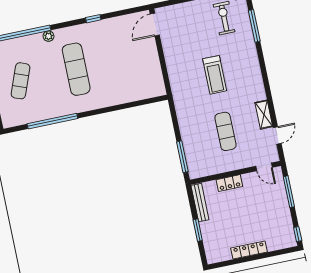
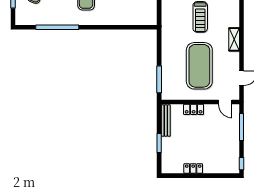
shelving: (264, 115) -> (234, 39), moved
exercise mat: (225, 131) -> (199, 66), width x2.00, depth x1.45
locker: (249, 250) -> (193, 168), width x0.66

